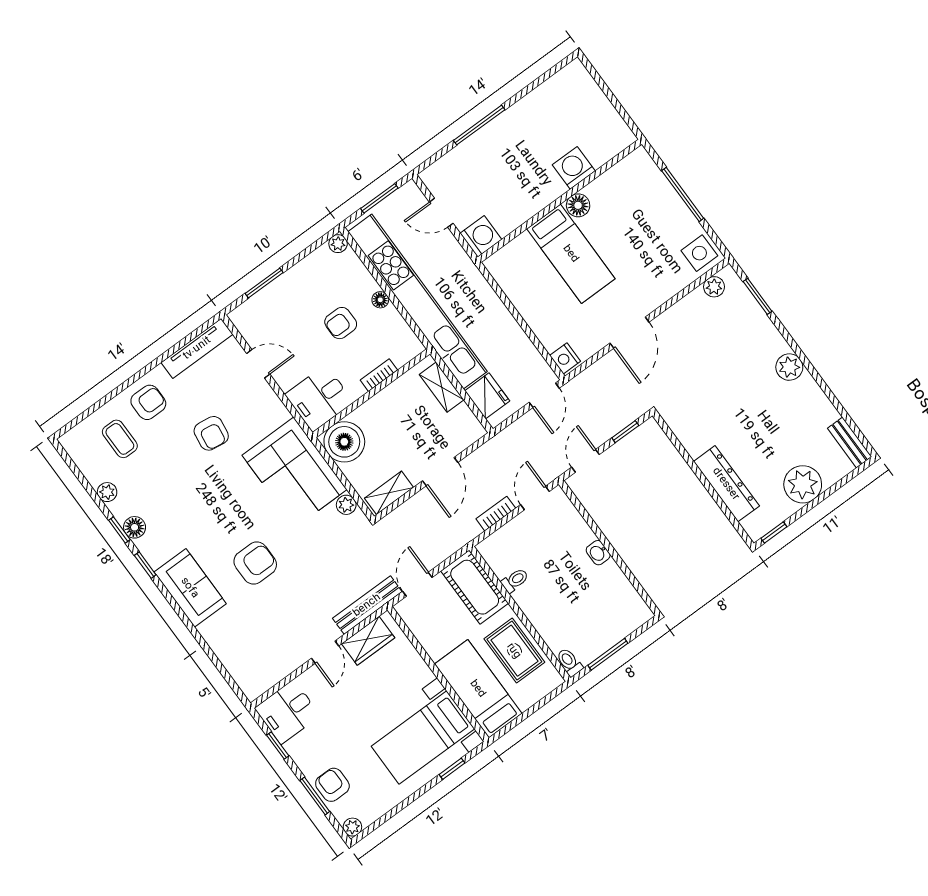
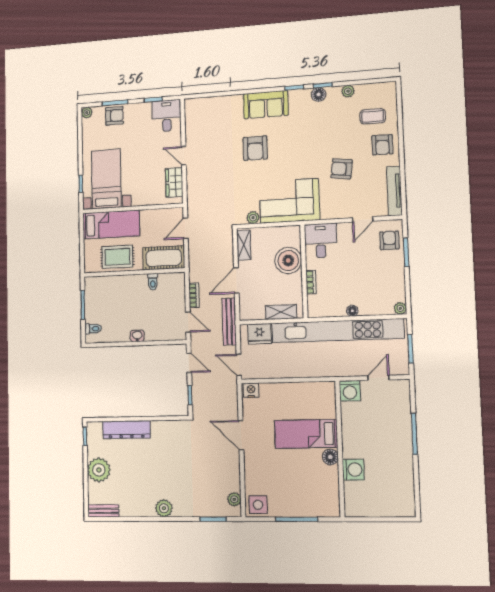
armchair: (341, 323) -> (389, 240), moved
boiler: (344, 442) -> (288, 261), moved
door: (440, 472) -> (236, 280), hinge flipped
door: (417, 584) -> (186, 228), swing flipped
bench: (367, 605) -> (229, 322), moved
toilet: (569, 662) -> (93, 329), moved

